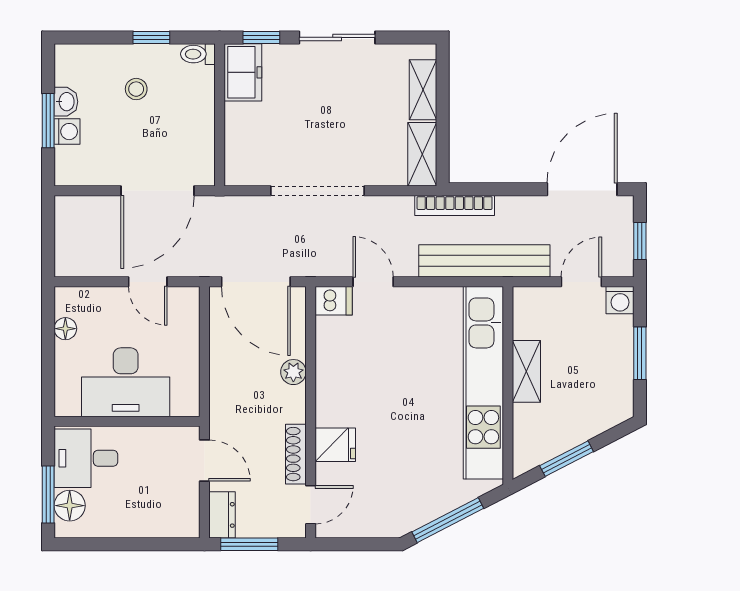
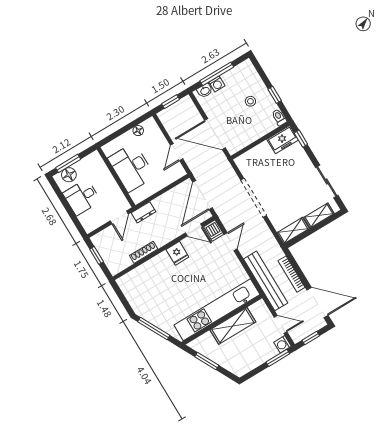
sliding door: (337, 37) -> (327, 181), moved
washbasin: (66, 102) -> (205, 91), moved
window: (48, 121) -> (217, 74), width x1.44
bookcase: (455, 205) -> (292, 274), moved
window: (48, 237) -> (171, 102), added
window: (640, 353) -> (278, 358), moved
shelving: (526, 371) -> (233, 326), width x1.50, depth x1.33
plant: (293, 372) -> (176, 232), removed
fridge: (335, 445) -> (177, 253), moved
desk: (86, 458) -> (82, 197), moved, turned -90
door: (311, 505) -> (194, 230), moved
dresser: (222, 515) -> (144, 212), moved
window: (249, 544) -> (97, 255), width x0.67

